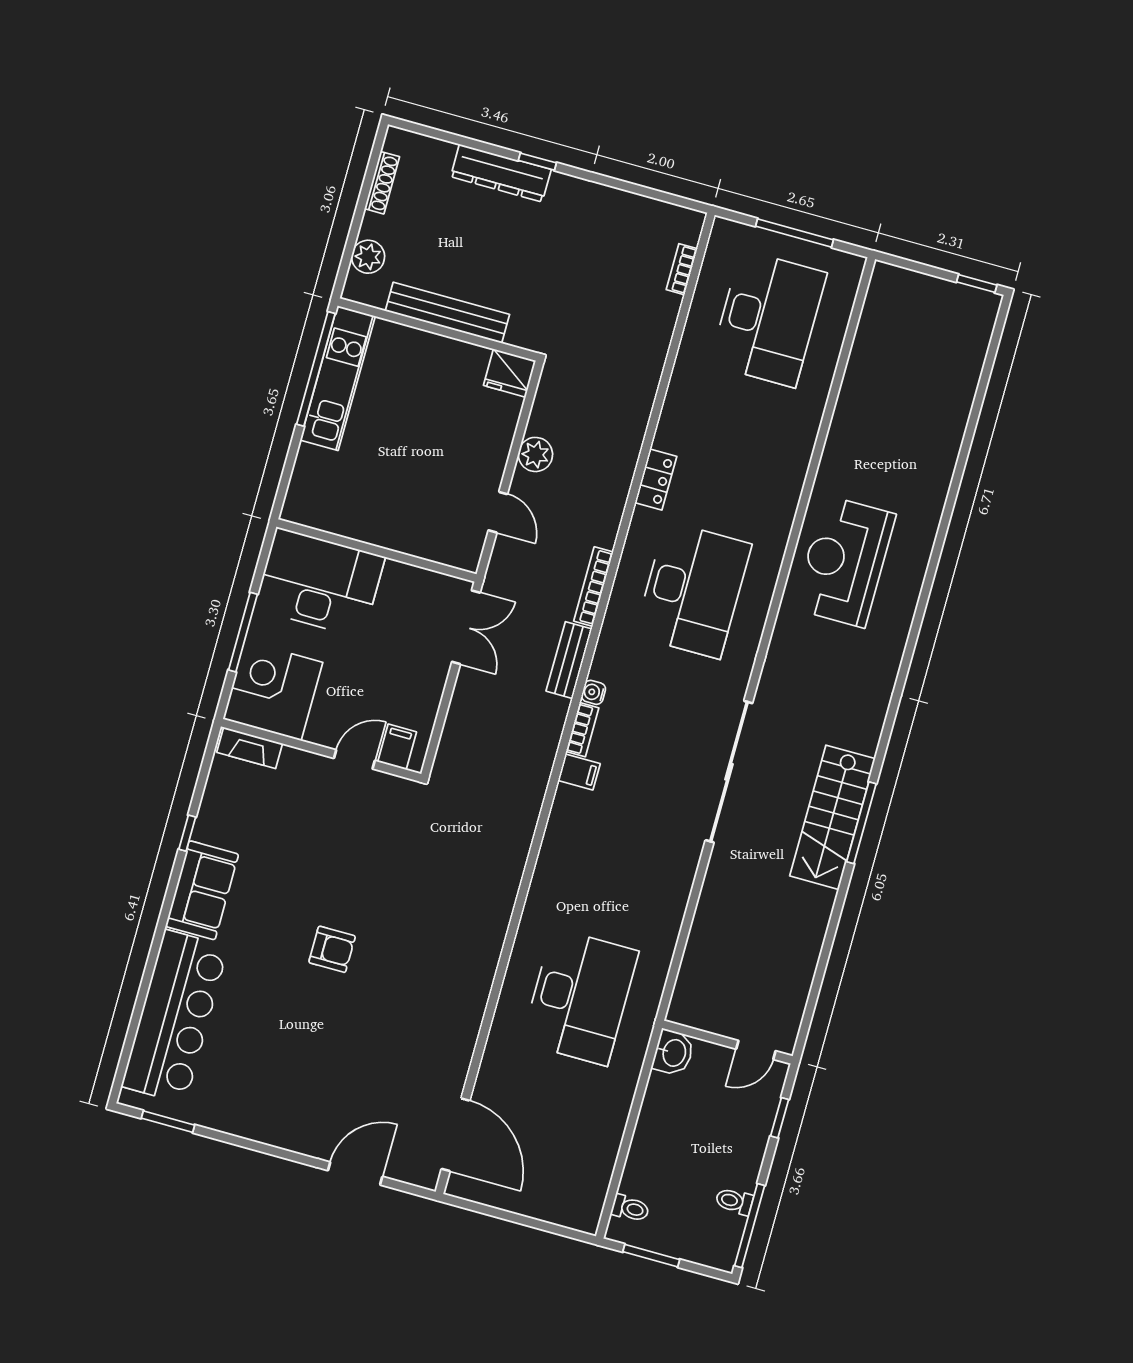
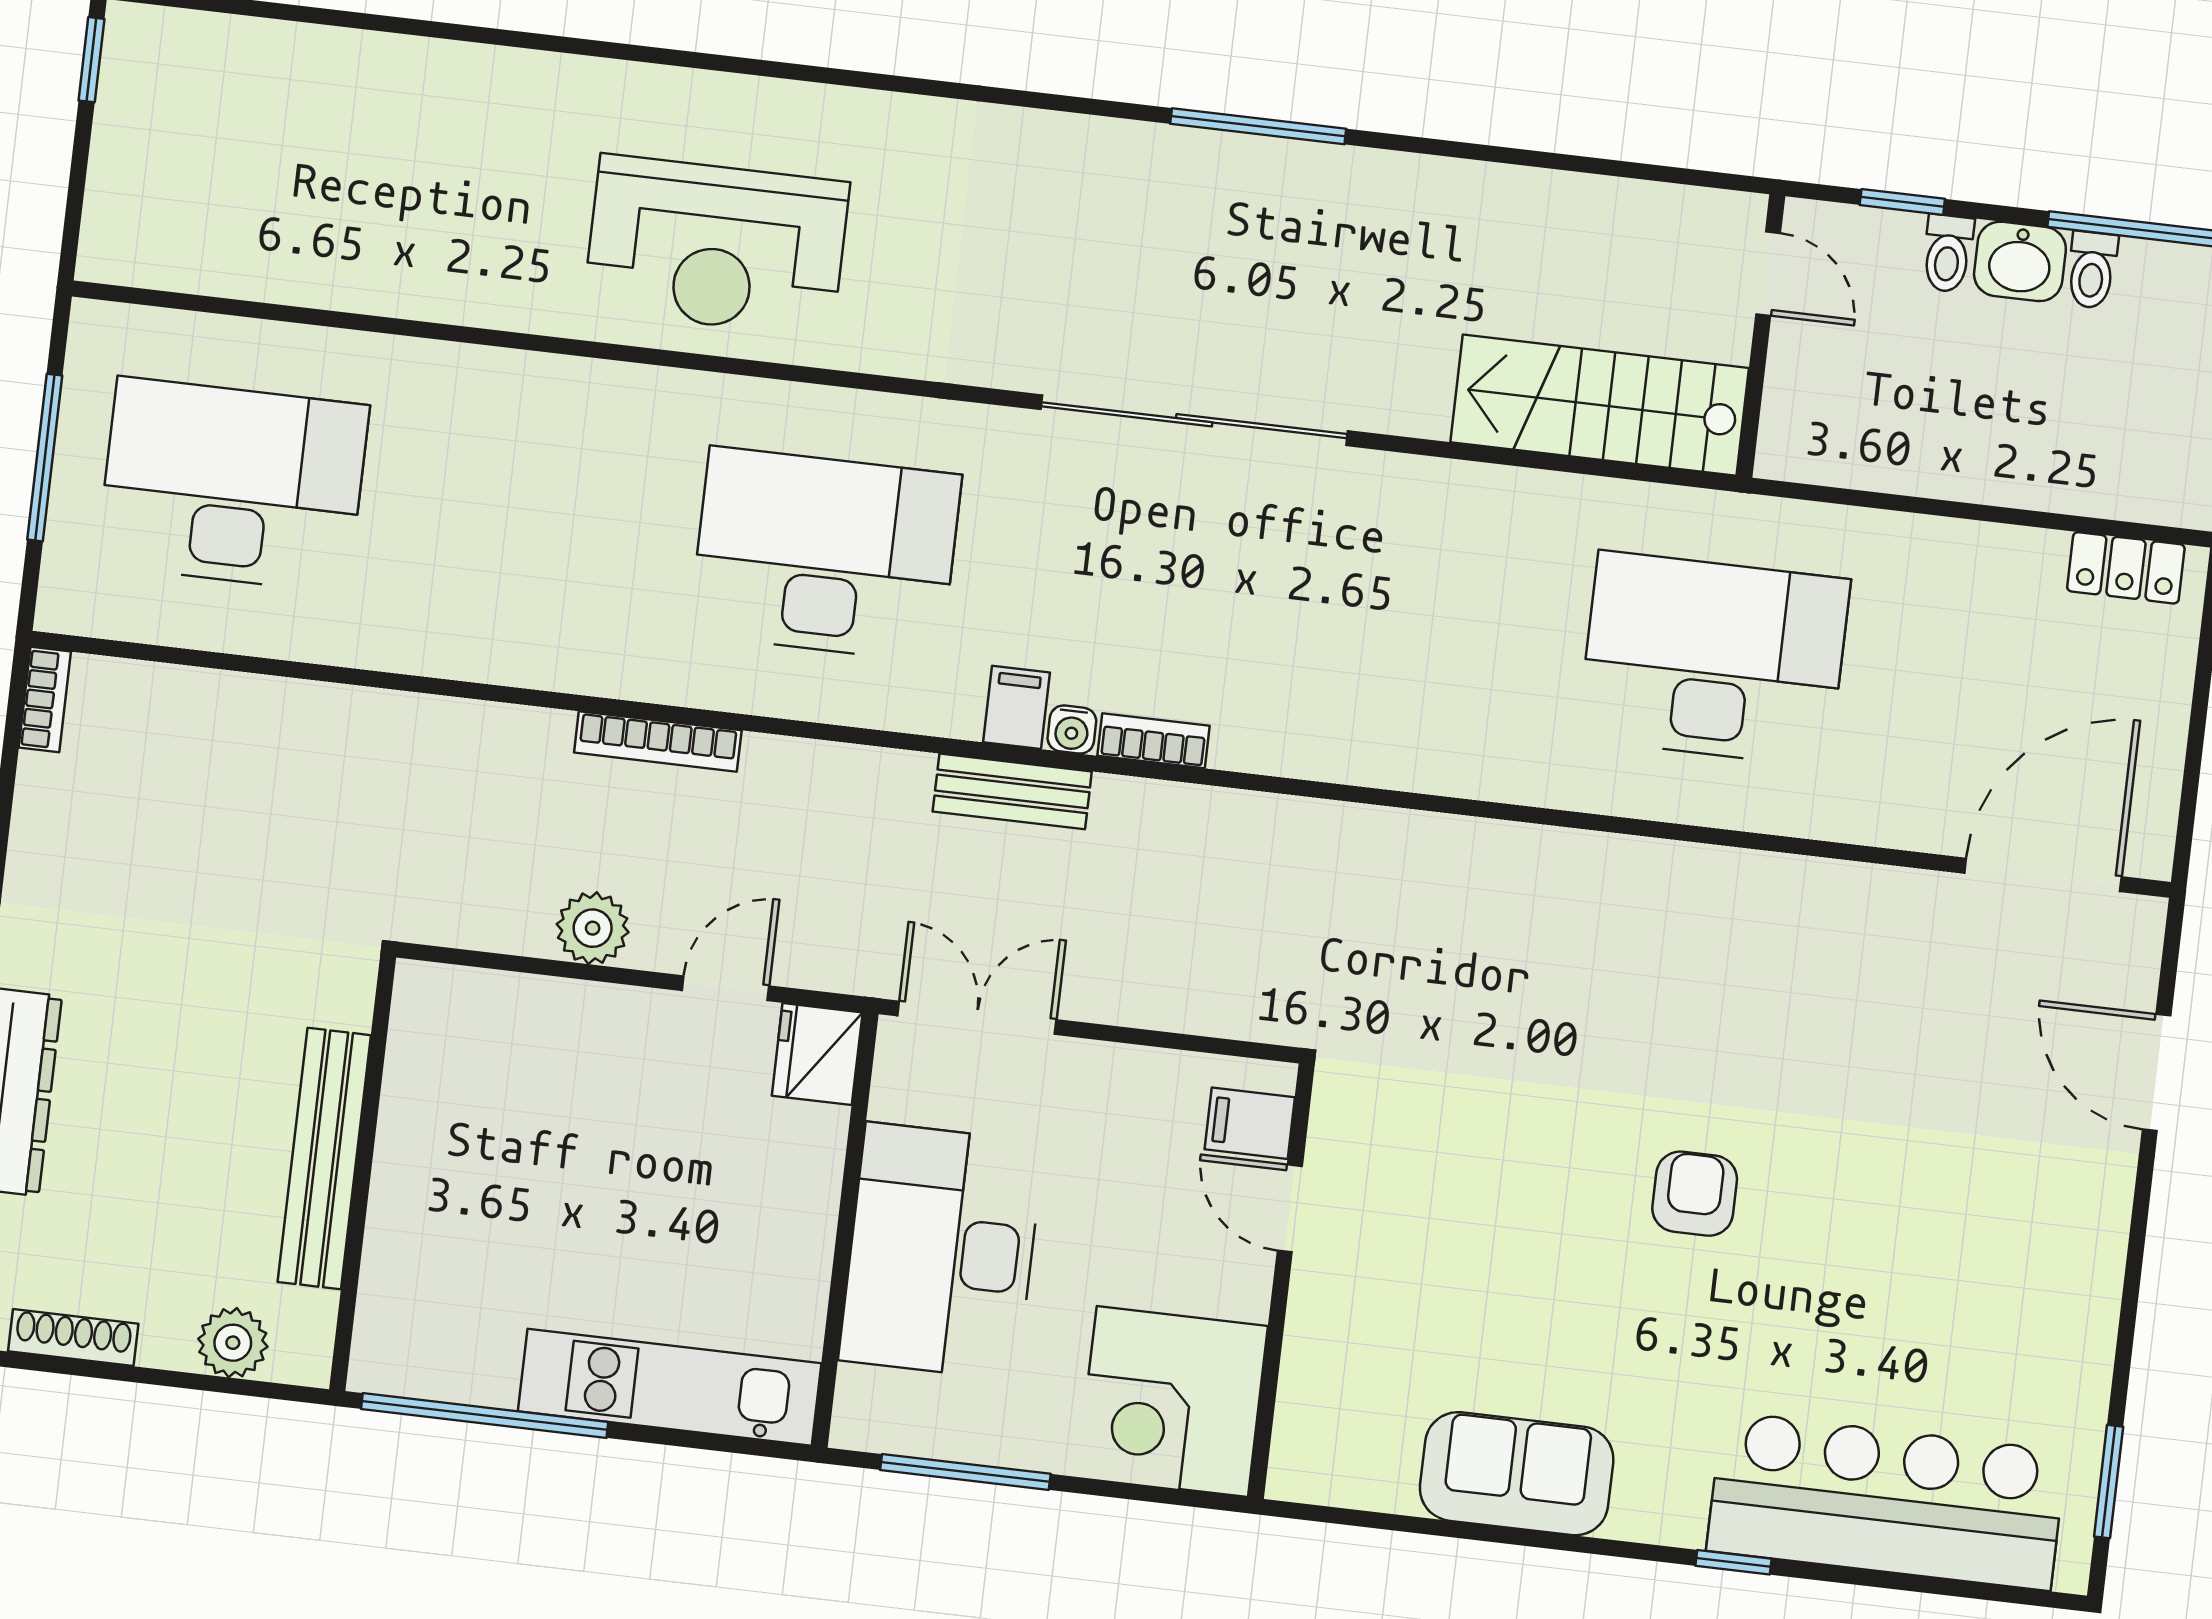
bookcase: (682, 269) -> (45, 700), moved, turned -90
fridge: (510, 373) -> (817, 1054), moved, turned 180
kitchen unit: (338, 378) -> (670, 1387), moved
locker: (656, 480) -> (2126, 568), moved, turned 180
desk: (320, 583) -> (941, 1251), moved
bookcase: (593, 587) -> (658, 741), moved
window: (243, 632) -> (965, 1472), moved
fireplace: (250, 748) -> (1300, 1431), removed
filing cabinet: (579, 772) -> (1017, 707), moved
stairs: (832, 817) -> (1600, 405), moved, turned 180
window: (187, 833) -> (1733, 1562), moved
sofa: (202, 890) -> (1517, 1474), moved
washbasin: (673, 1053) -> (2020, 261), moved, turned 180
toilet: (630, 1208) -> (1948, 253), moved, turned 180

